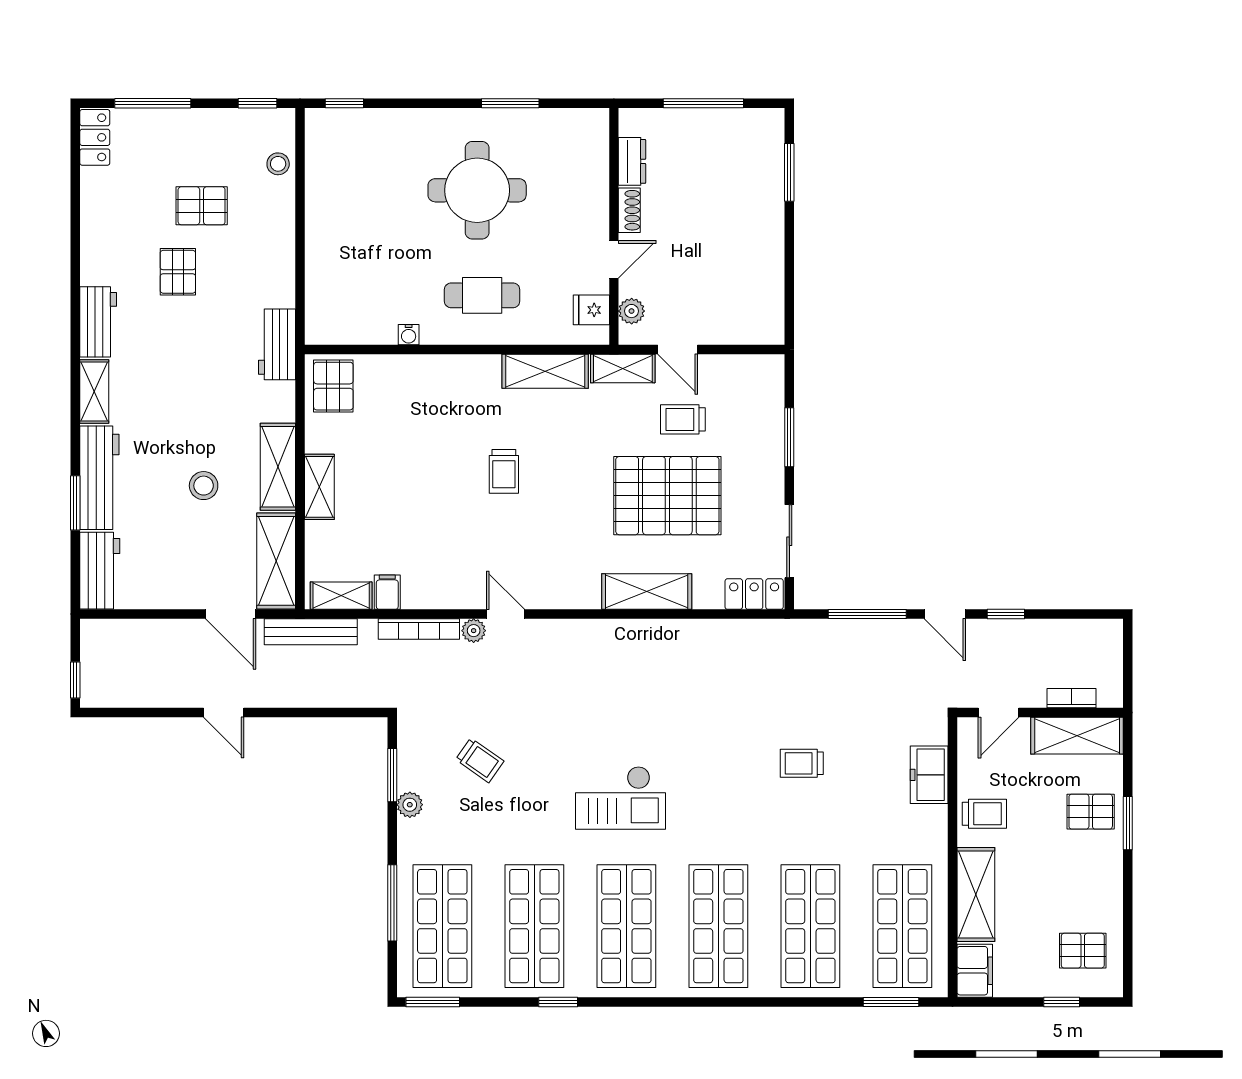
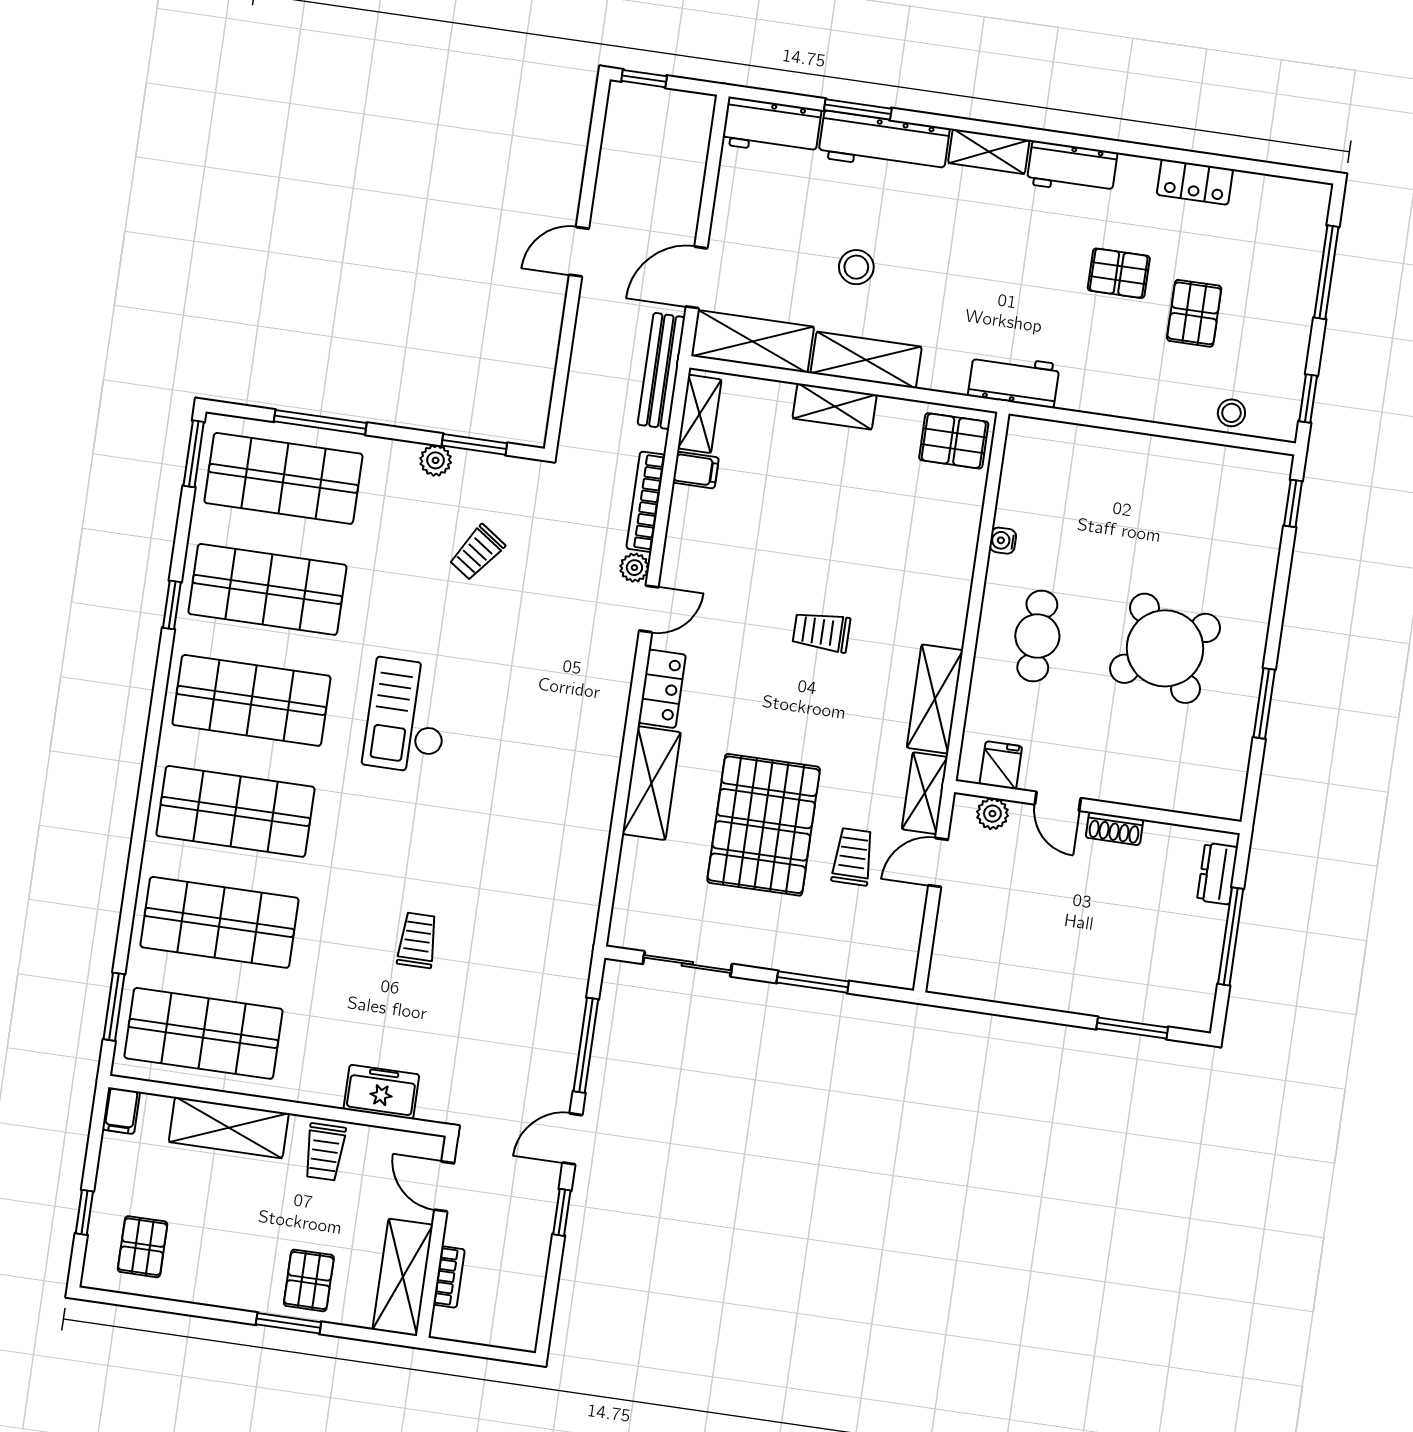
locker: (95, 137) -> (1195, 182), moved
dresser: (632, 161) -> (1217, 874), moved, turned 90
round table: (477, 190) -> (1165, 648), turned -35
locker: (754, 594) -> (662, 689), moved
filing cabinet: (975, 971) -> (121, 1111), width x0.50

